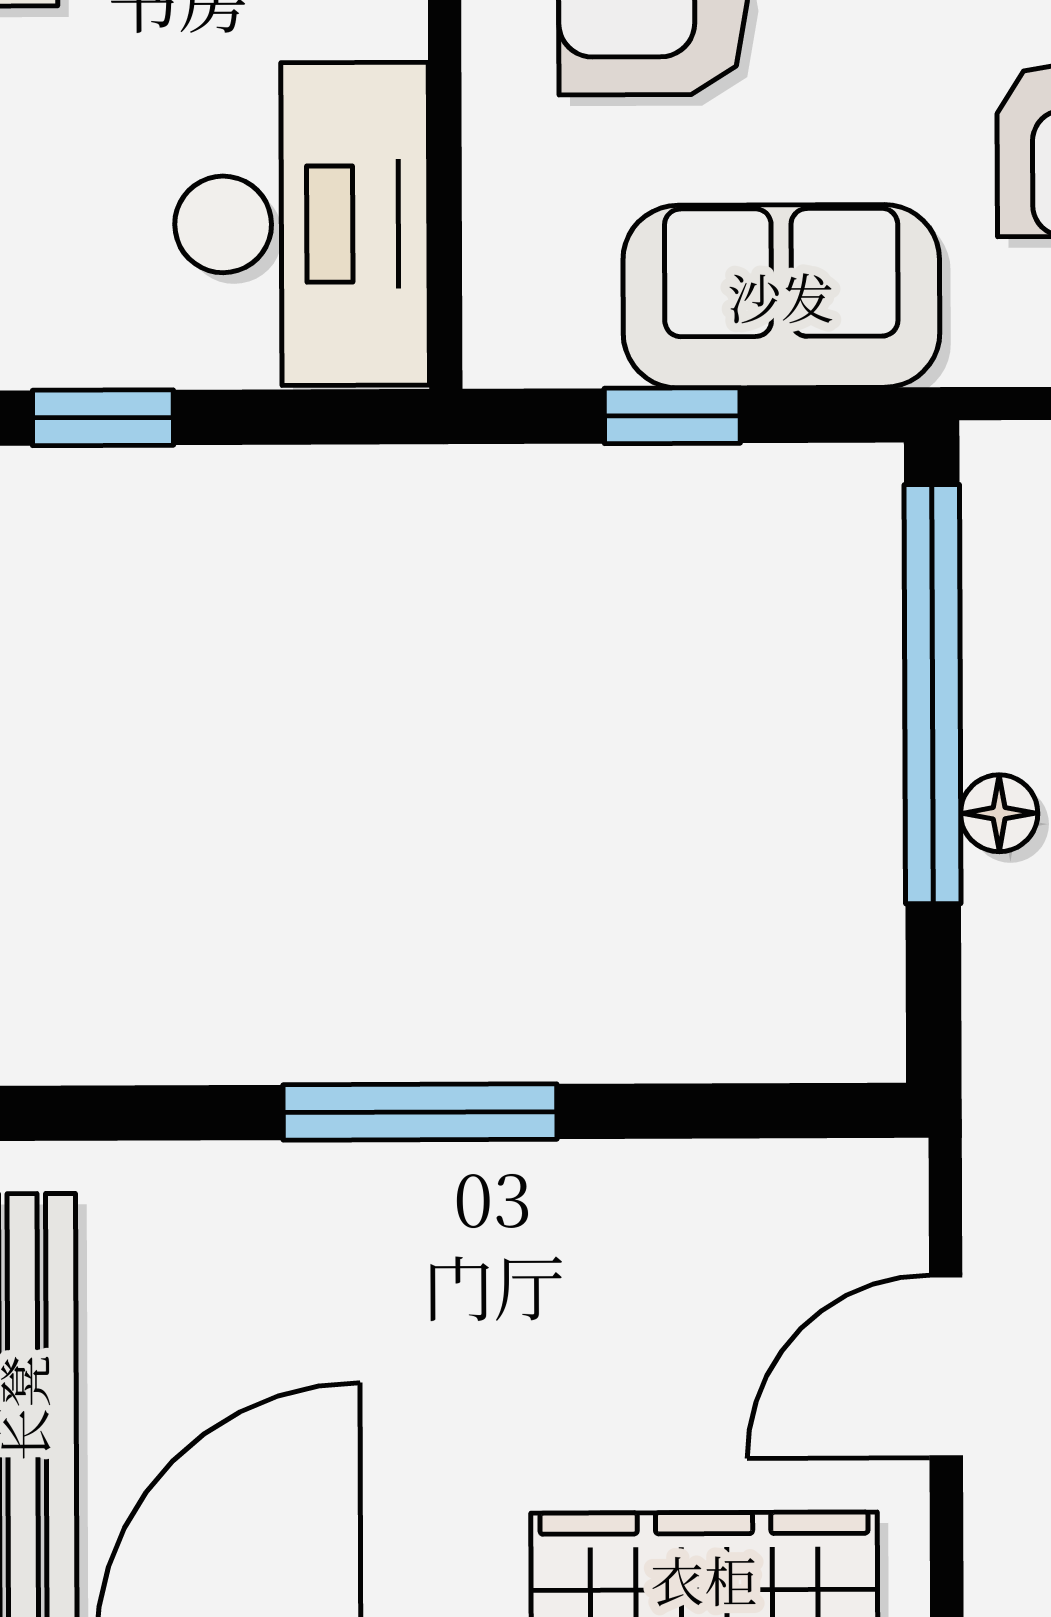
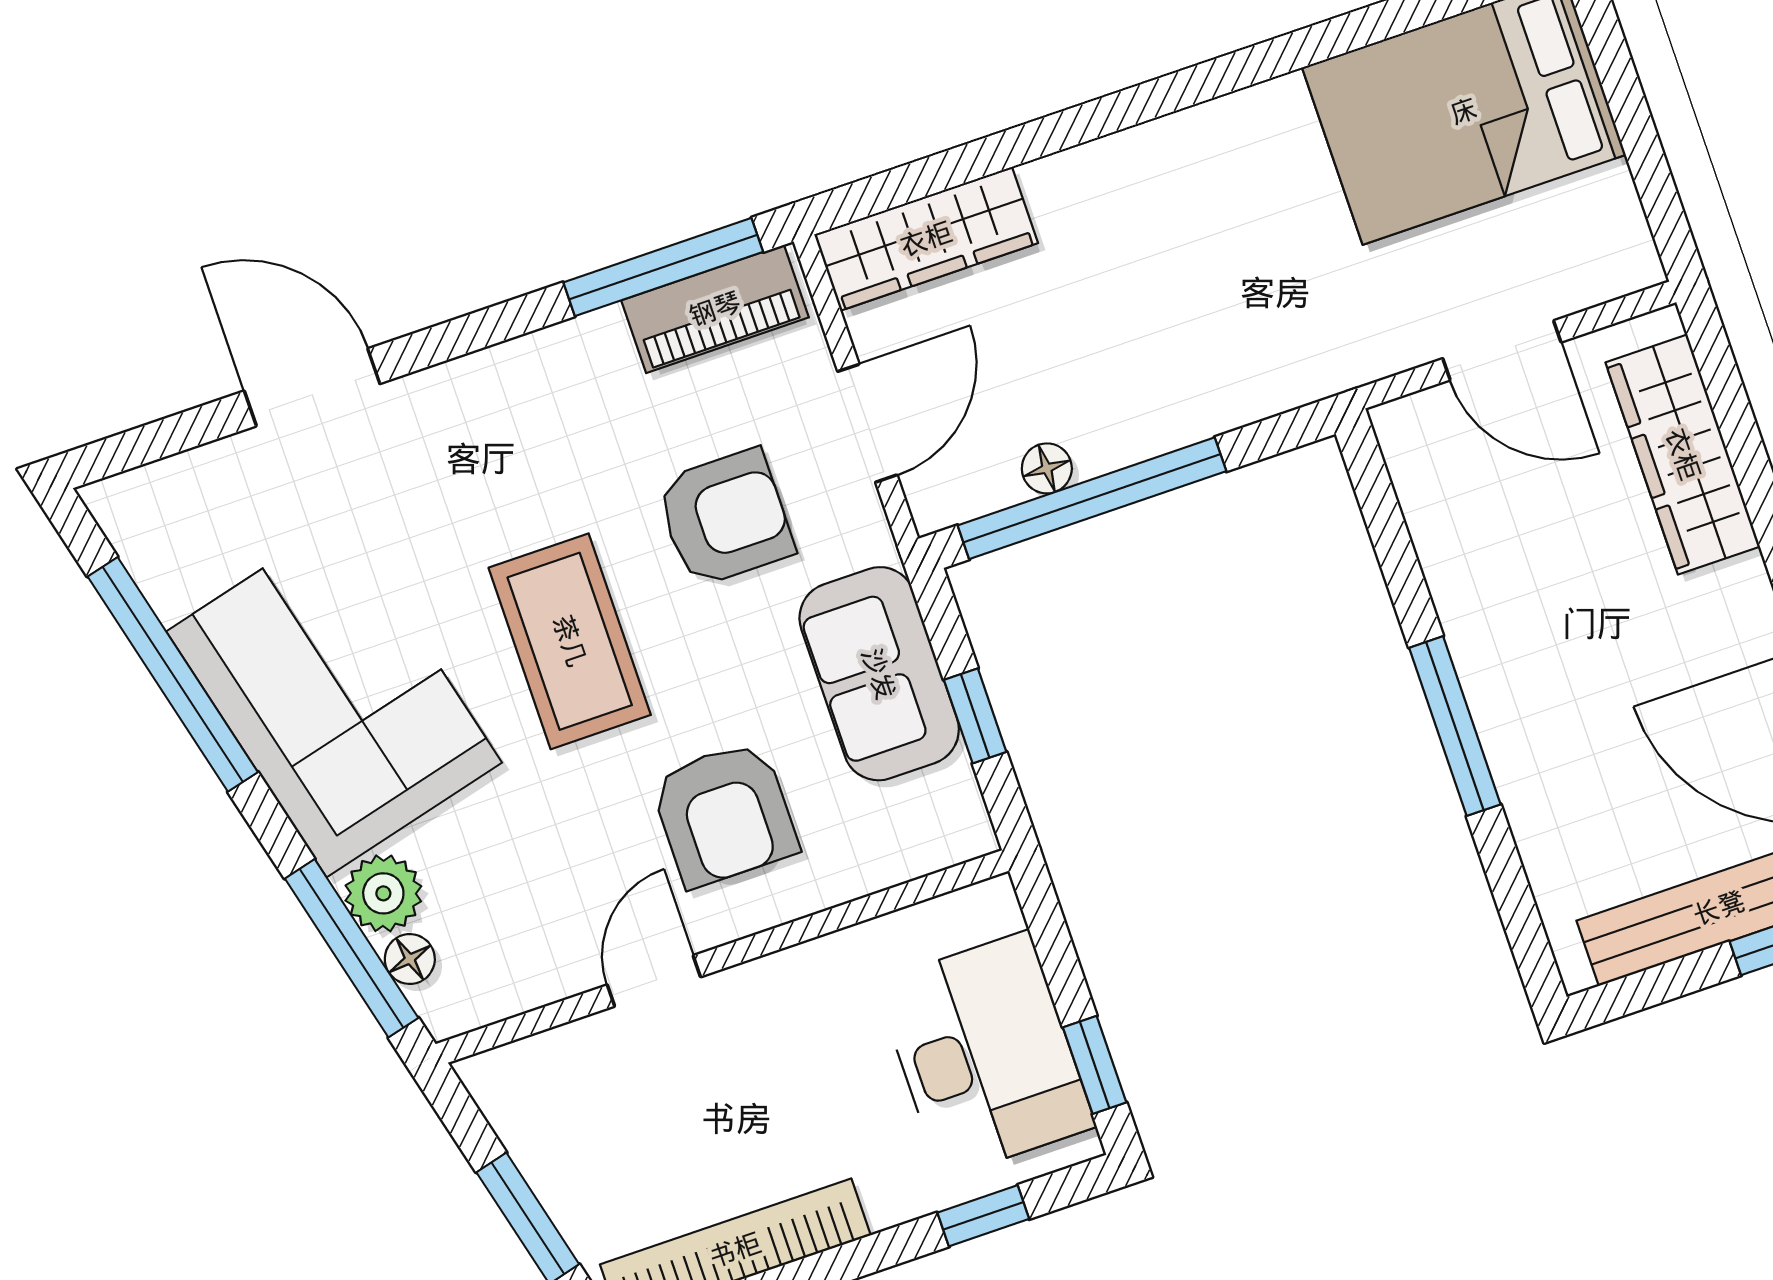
desk: (302, 224) -> (985, 1055), moved, turned 90
floor lamp: (999, 813) -> (1047, 468), moved

